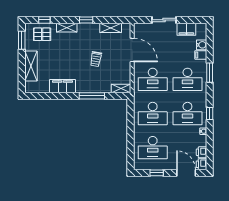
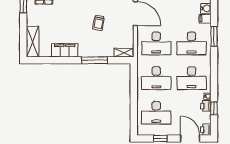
shelving: (31, 66) -> (33, 42), moved
window: (210, 113) -> (214, 108), moved
printer: (201, 152) -> (206, 106), moved

